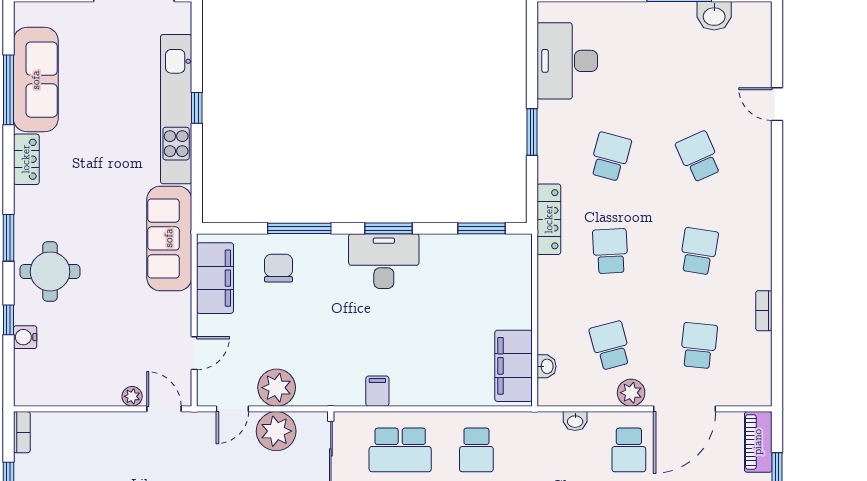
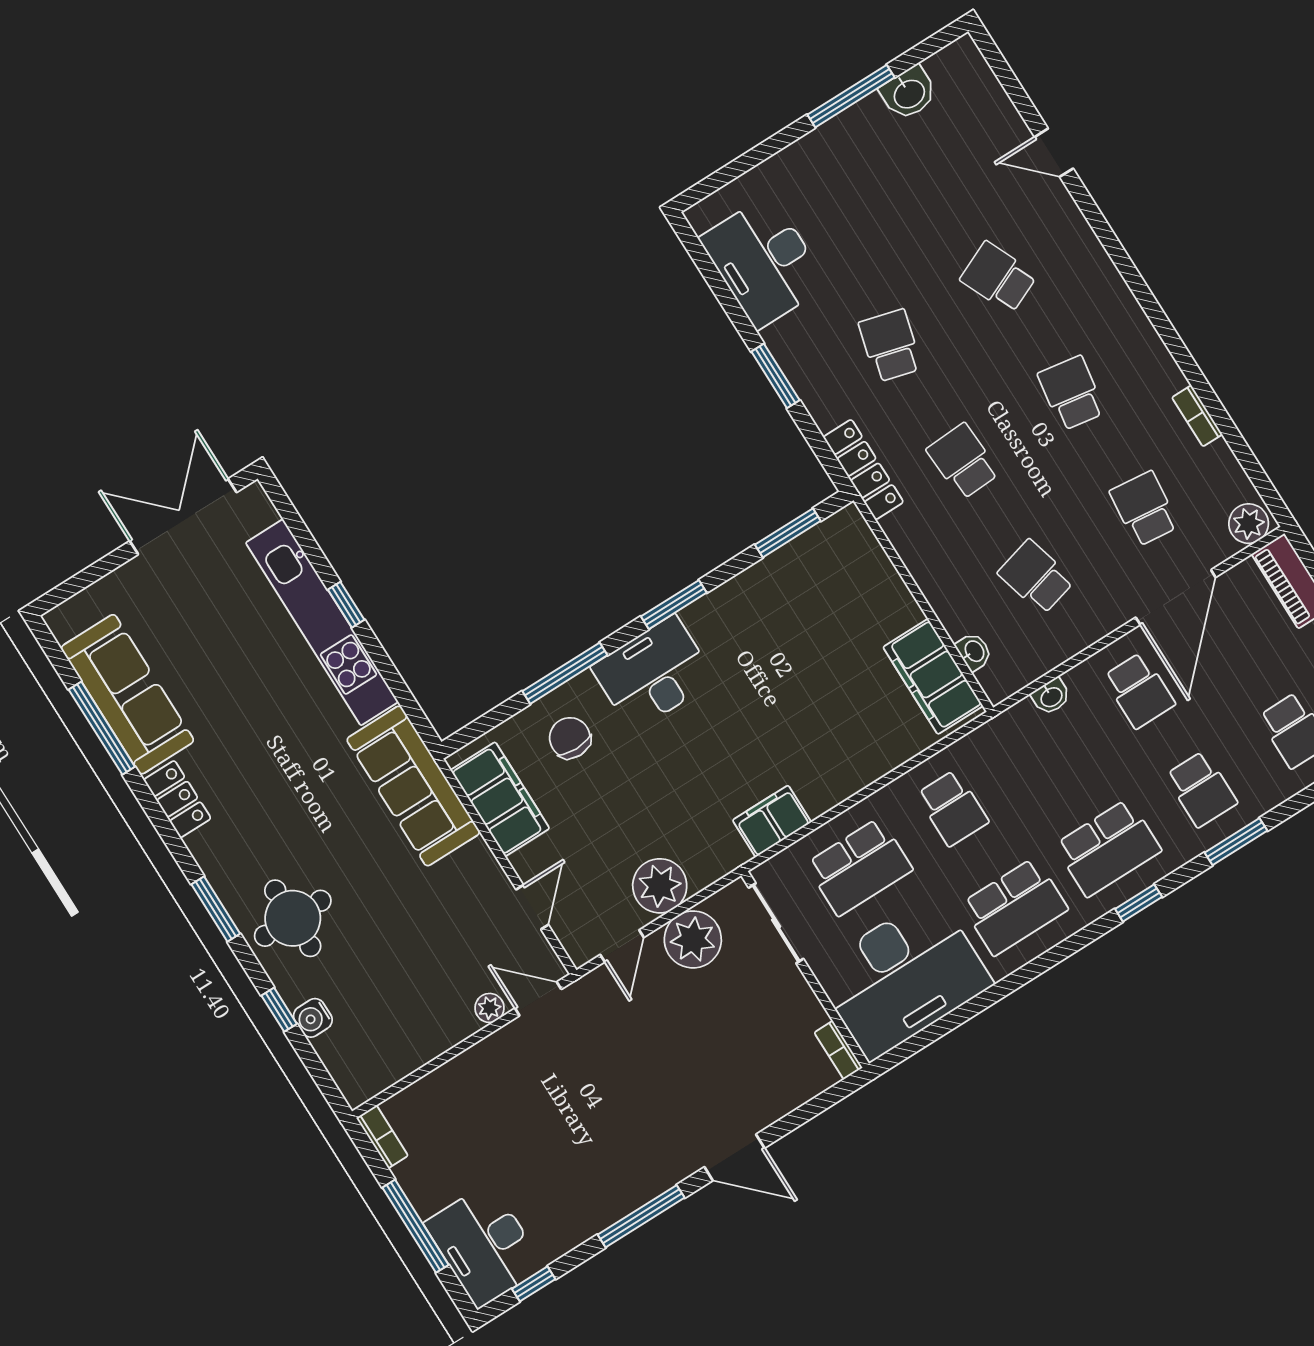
desk: (384, 261) -> (653, 673), moved
filing cabinet: (377, 391) -> (772, 821), width x2.00
plant: (631, 393) -> (1249, 524), moved

